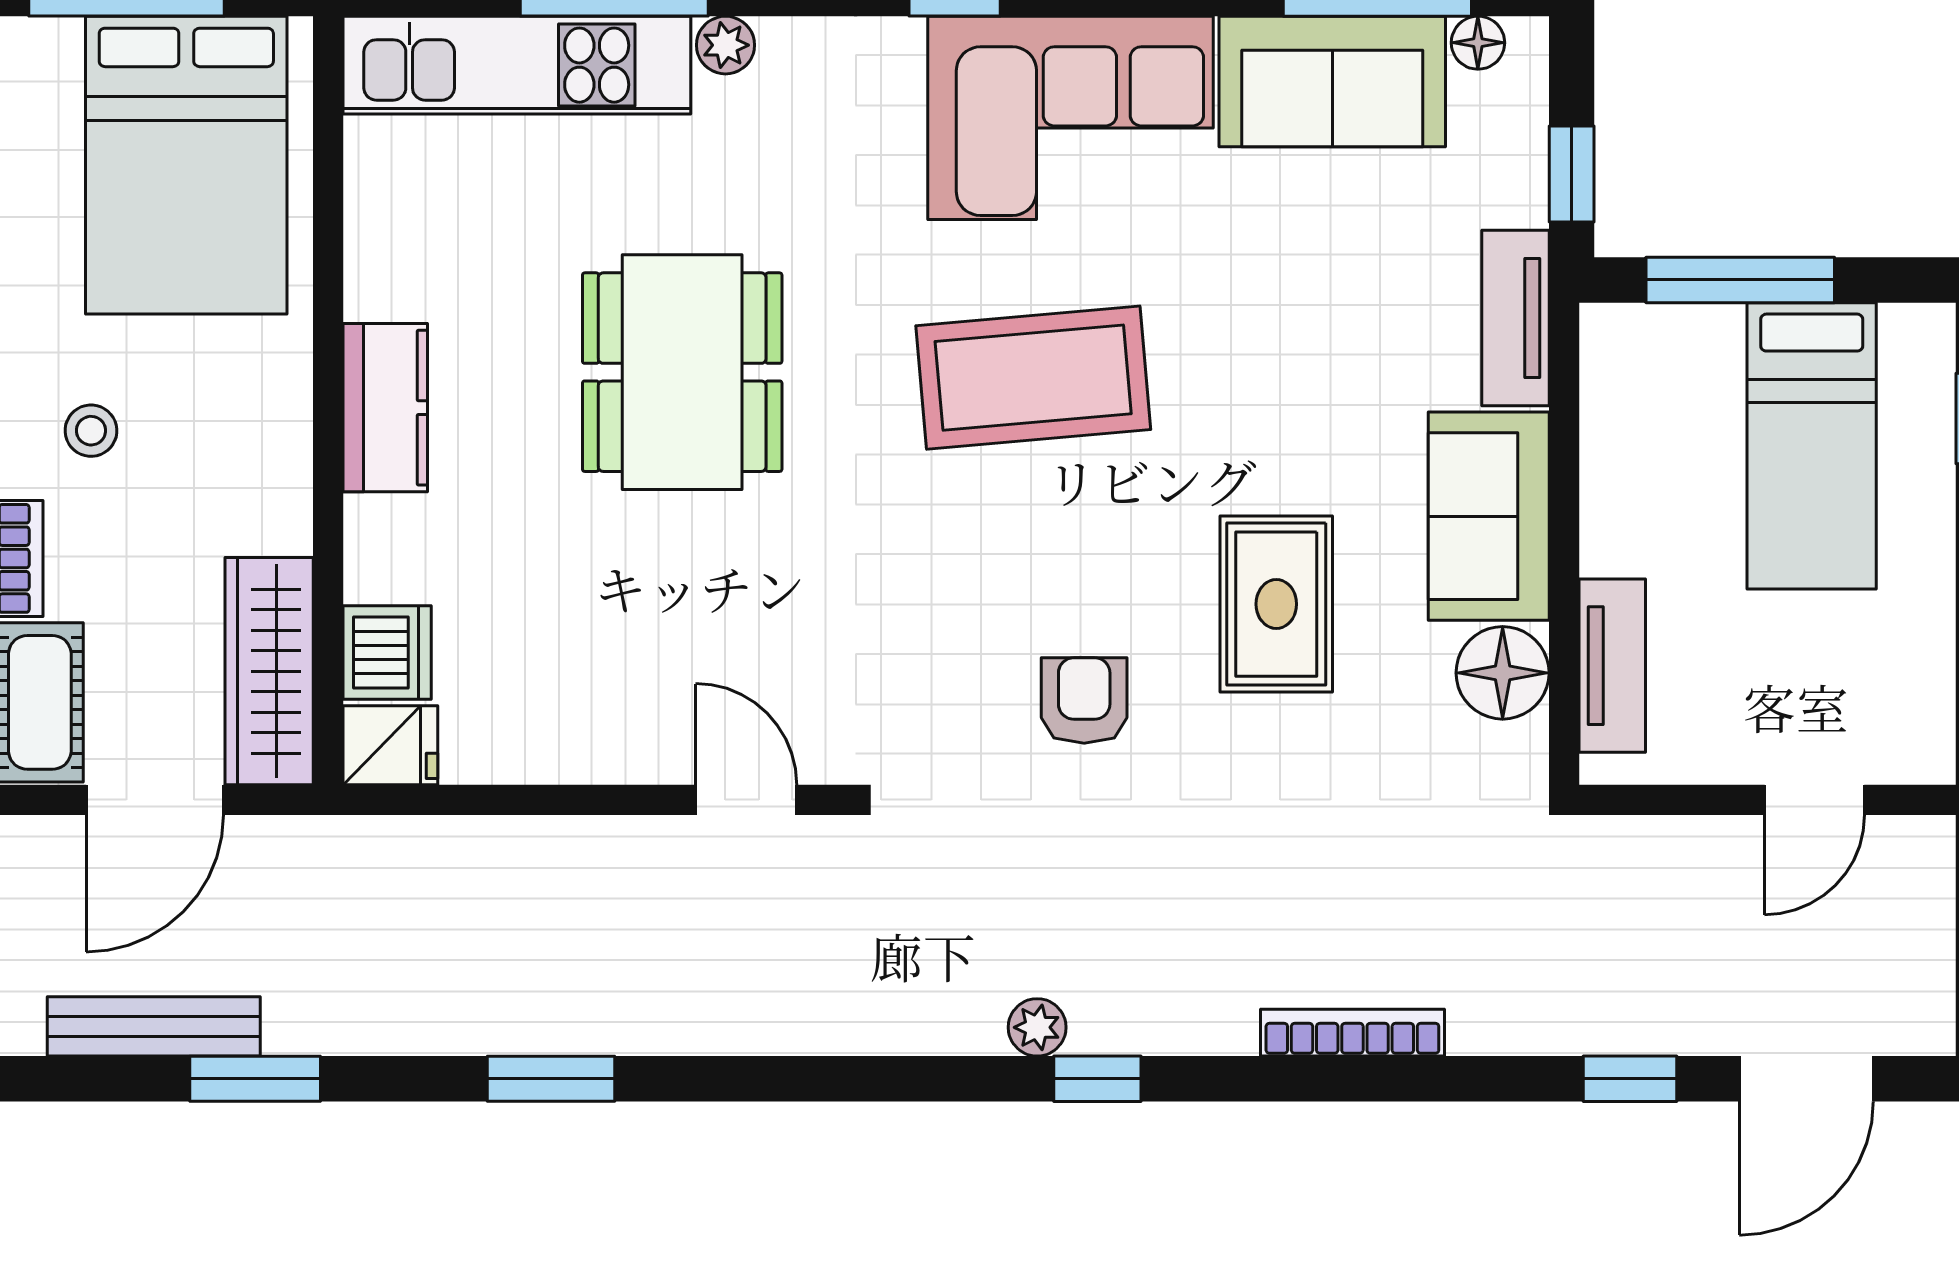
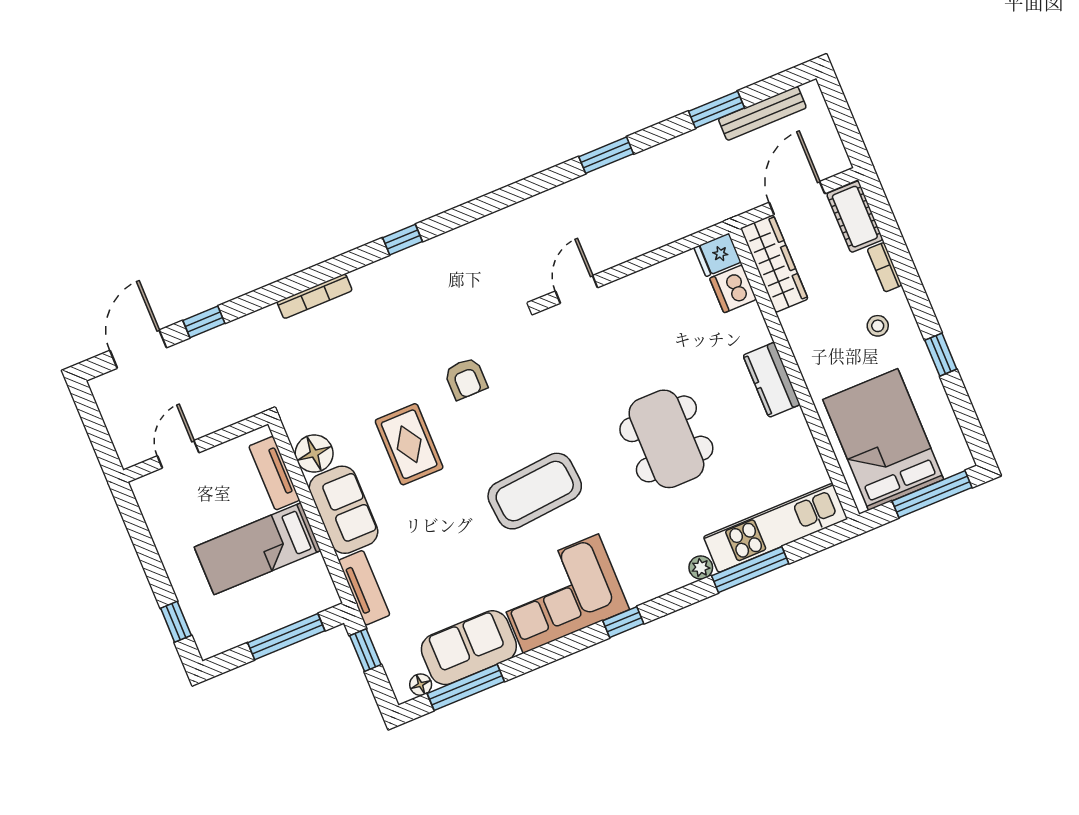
bed: (1812, 446) -> (258, 549), moved, turned -90
door: (746, 800) -> (576, 289), swing flipped
plant: (1037, 1027) -> (433, 249), removed

